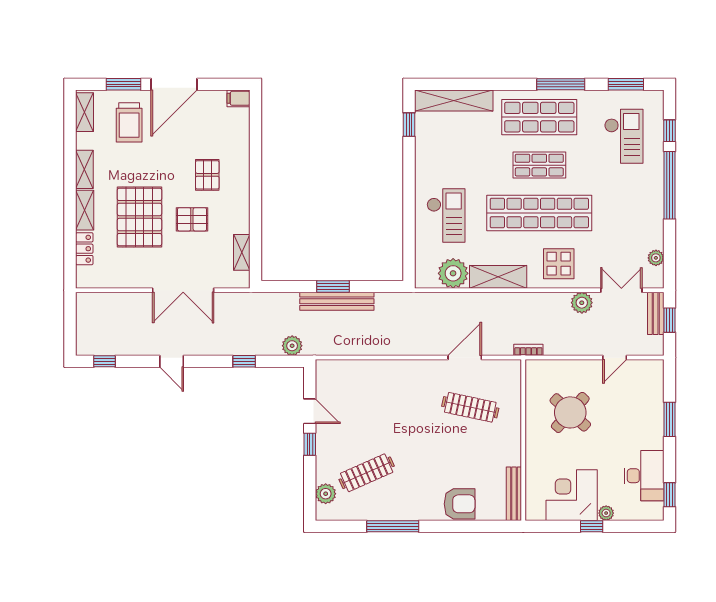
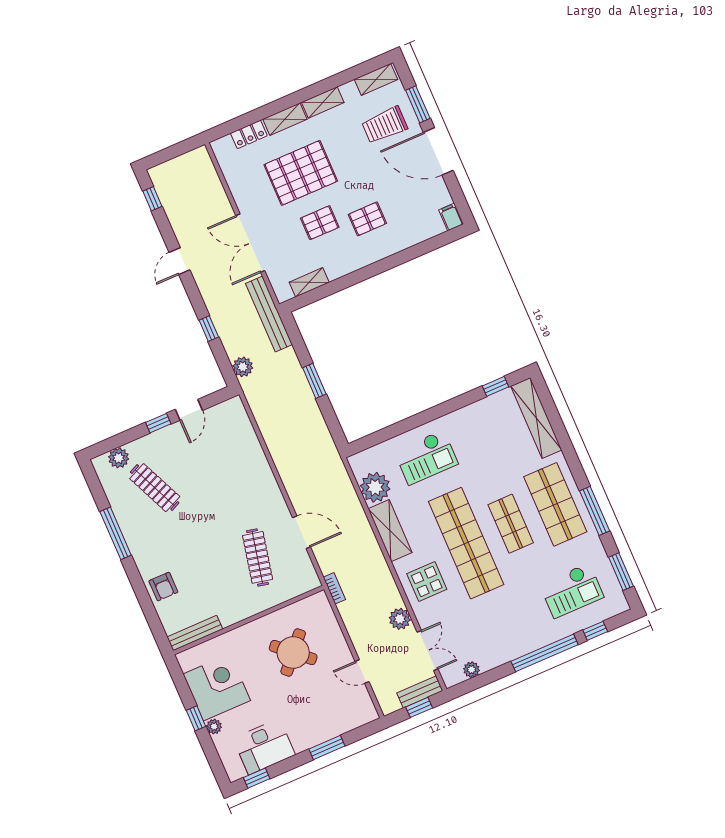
pallet: (192, 219) -> (320, 223), turned 90
bench: (337, 301) -> (269, 314), moved
armchair: (460, 504) -> (163, 587), width x0.72, depth x0.72

